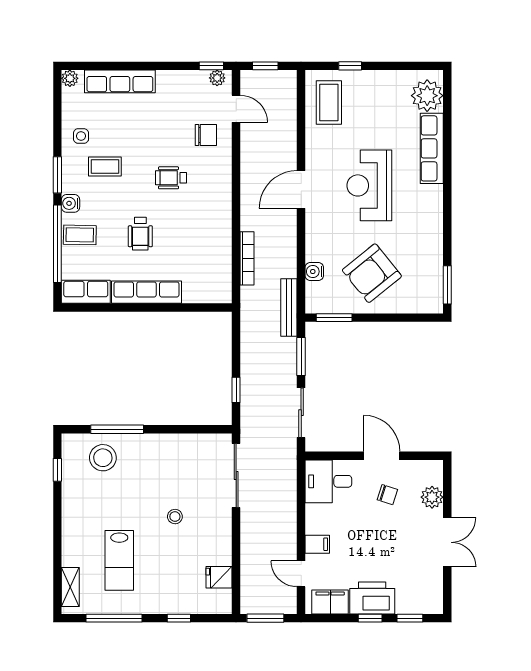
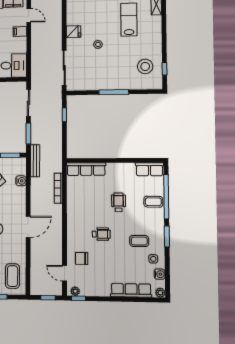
water cooler: (71, 203) -> (160, 274), moved
row of seats: (147, 292) -> (86, 169), moved
window: (117, 429) -> (114, 92), moved
stool: (103, 458) -> (145, 66), moved
fridge: (219, 577) -> (73, 32), moved

